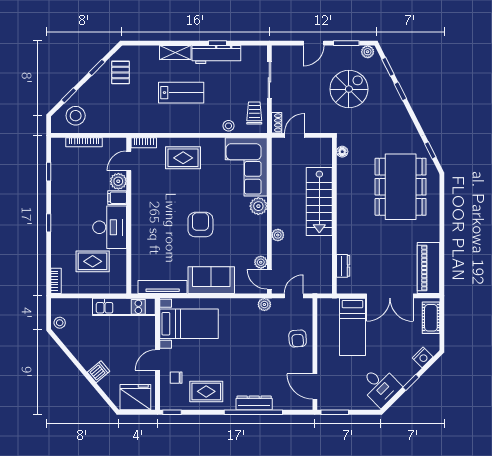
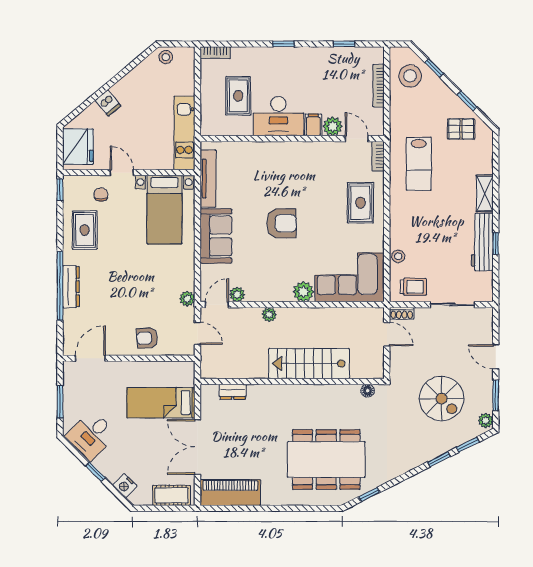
lab bench: (181, 93) -> (419, 164), moved
window: (335, 412) -> (60, 402), moved

